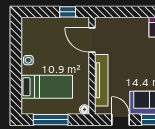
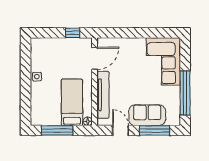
door: (92, 40) -> (95, 58), swing flipped
bed: (47, 87) -> (72, 102), moved, turned -90

